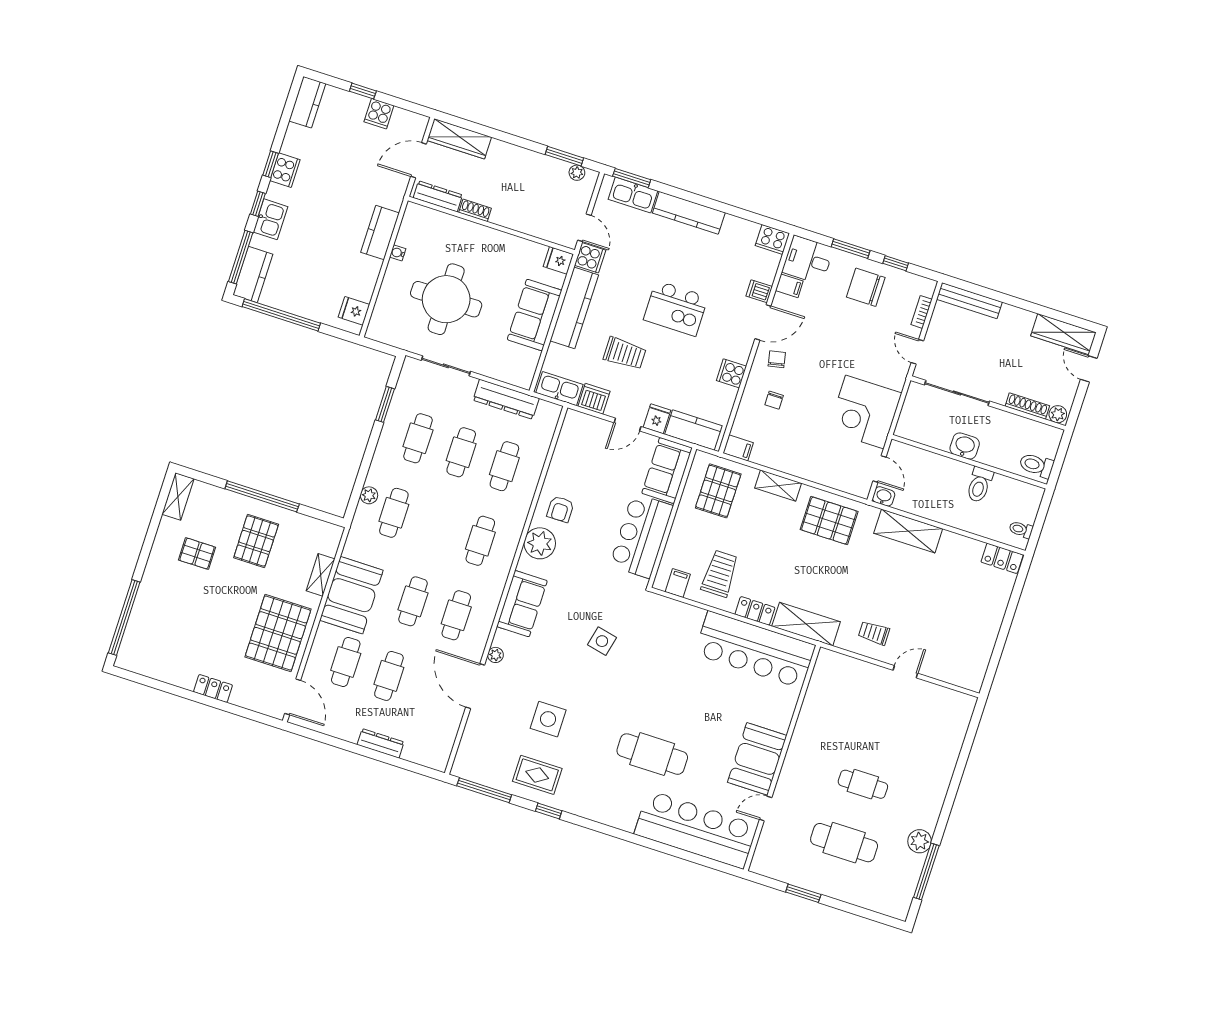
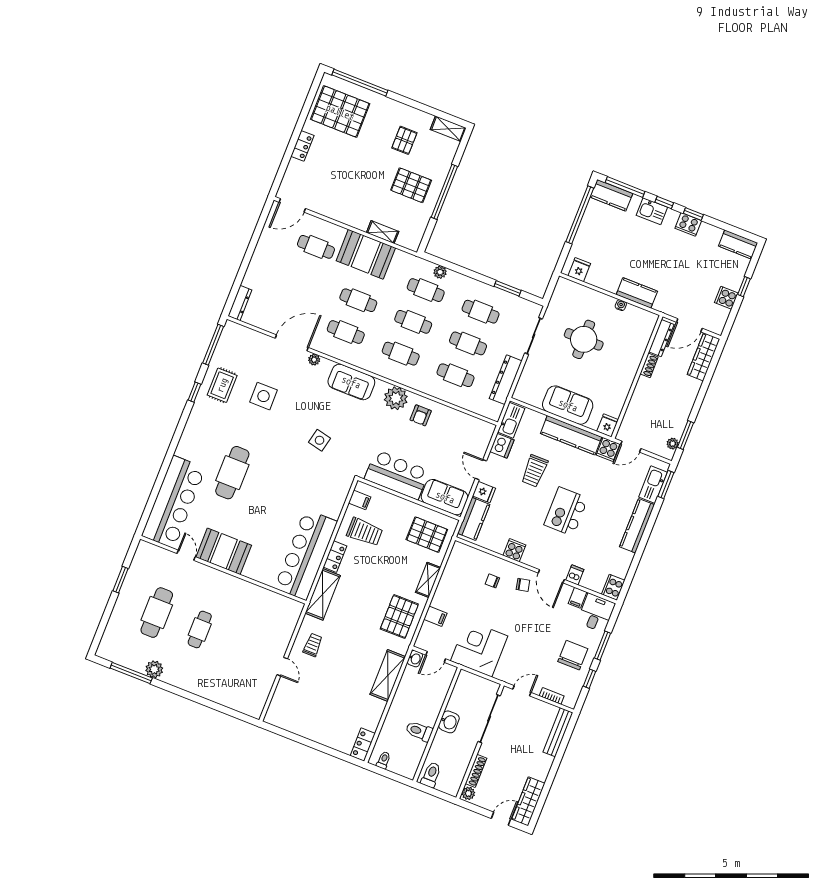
door: (419, 160) -> (689, 325), swing flipped
round table: (446, 299) -> (584, 339), width x0.73, depth x0.73
filing cabinet: (738, 448) -> (435, 616), moved, turned -90
armchair: (560, 509) -> (421, 415), turned -90
pallet: (278, 633) -> (340, 112), moved
cafe table: (389, 676) -> (413, 322), moved
dresser: (381, 743) -> (240, 303), moved

